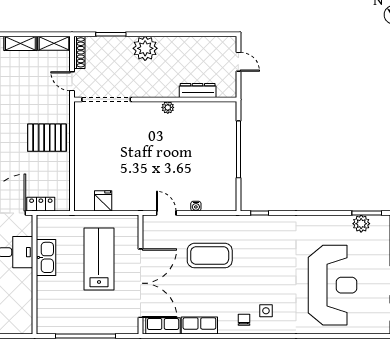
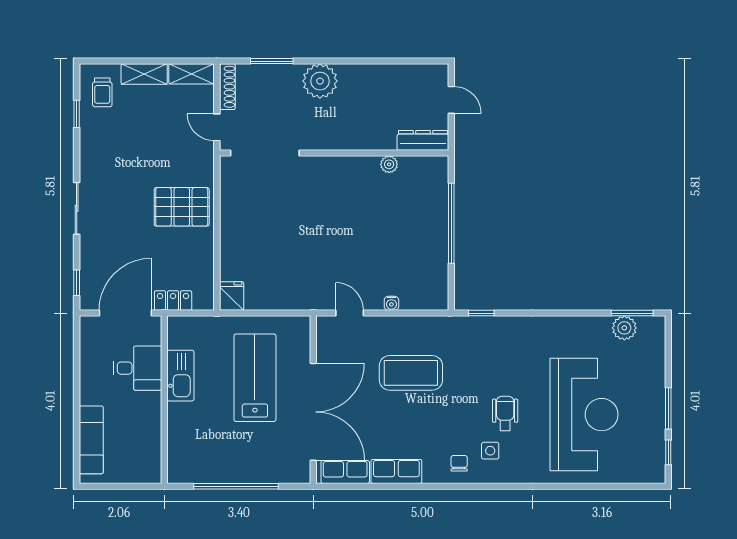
dresser: (198, 90) -> (423, 140), moved
plant: (168, 107) -> (389, 164), moved
fridge: (103, 201) -> (232, 296), moved
wheelchair: (277, 284) -> (505, 413), added

